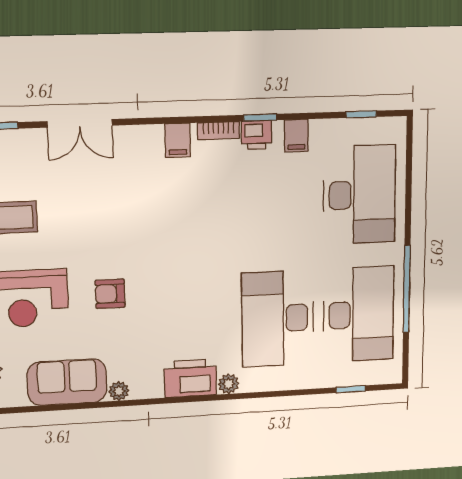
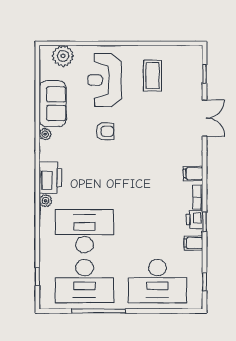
double door: (80, 123) -> (205, 118), swing flipped
armchair: (110, 294) -> (105, 131), turned 90

